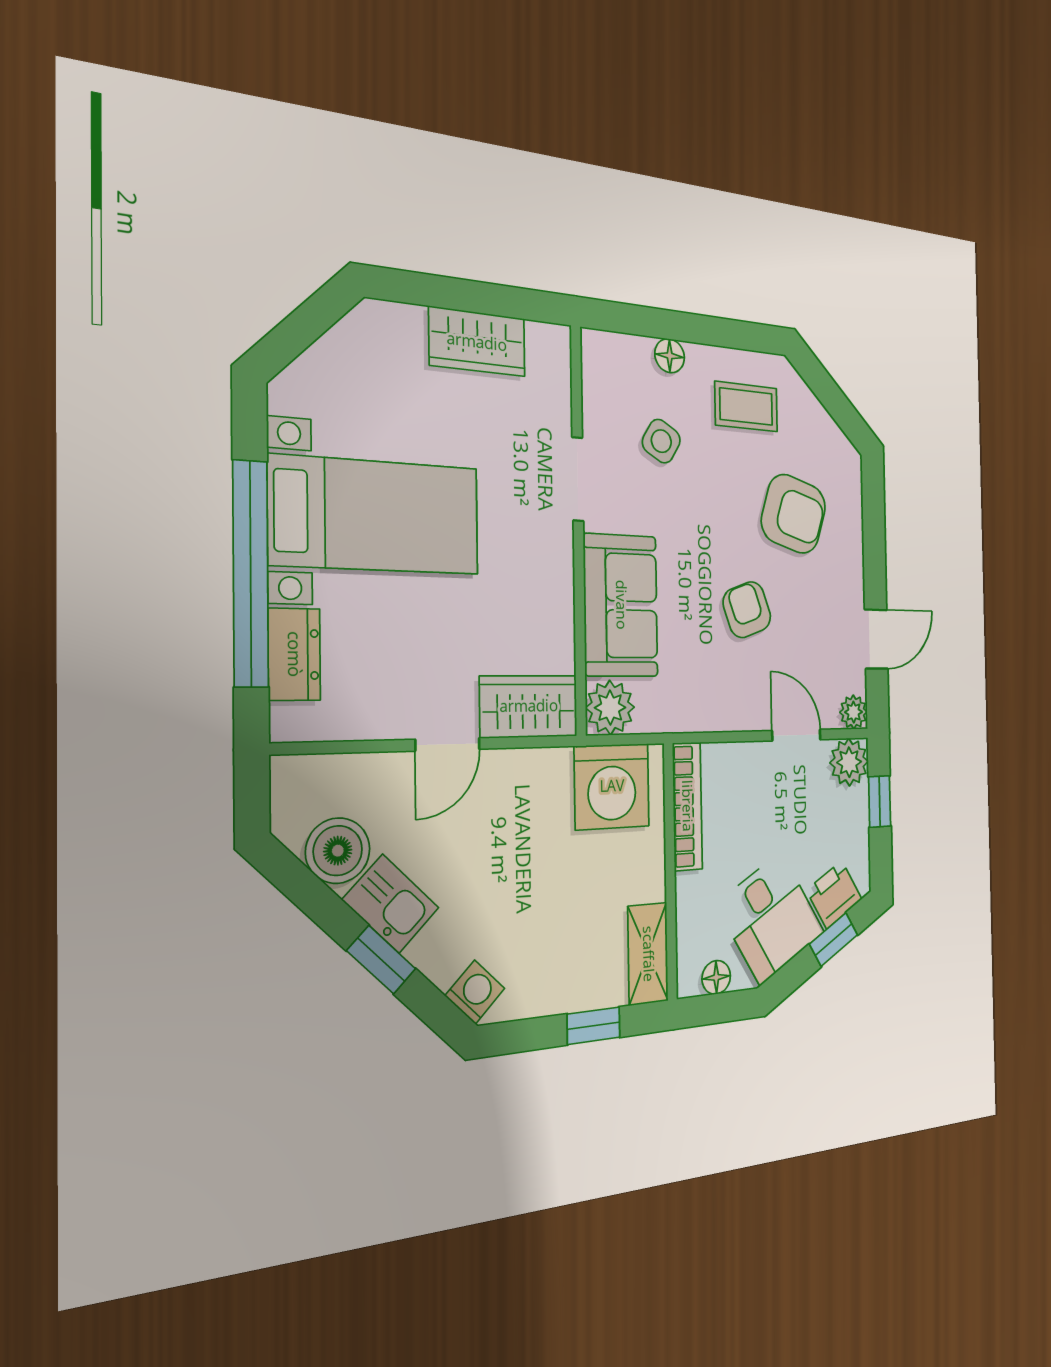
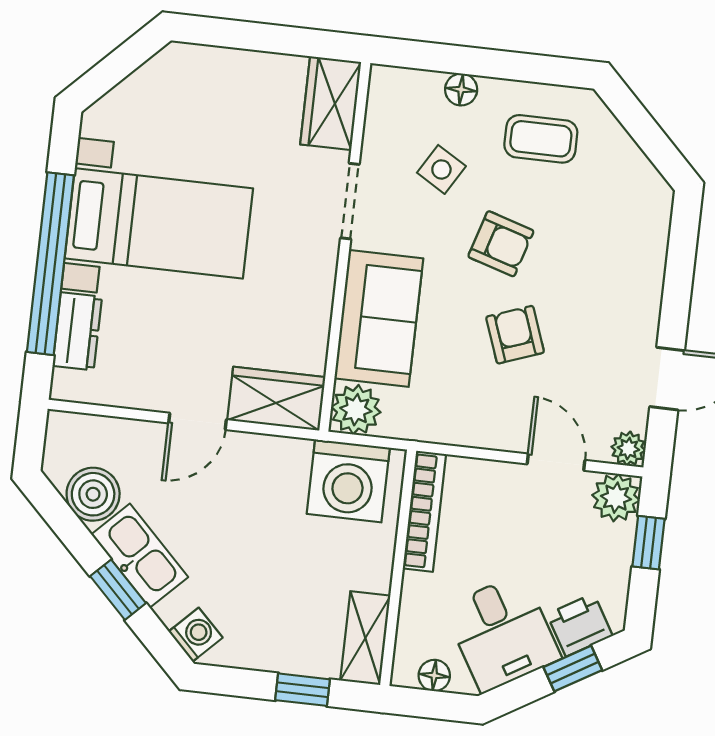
wardrobe: (477, 342) -> (331, 103), moved, turned 90
armchair: (794, 514) -> (501, 244), moved, width x0.72, depth x0.72
kitchen sink: (391, 904) -> (140, 556), width x1.38

